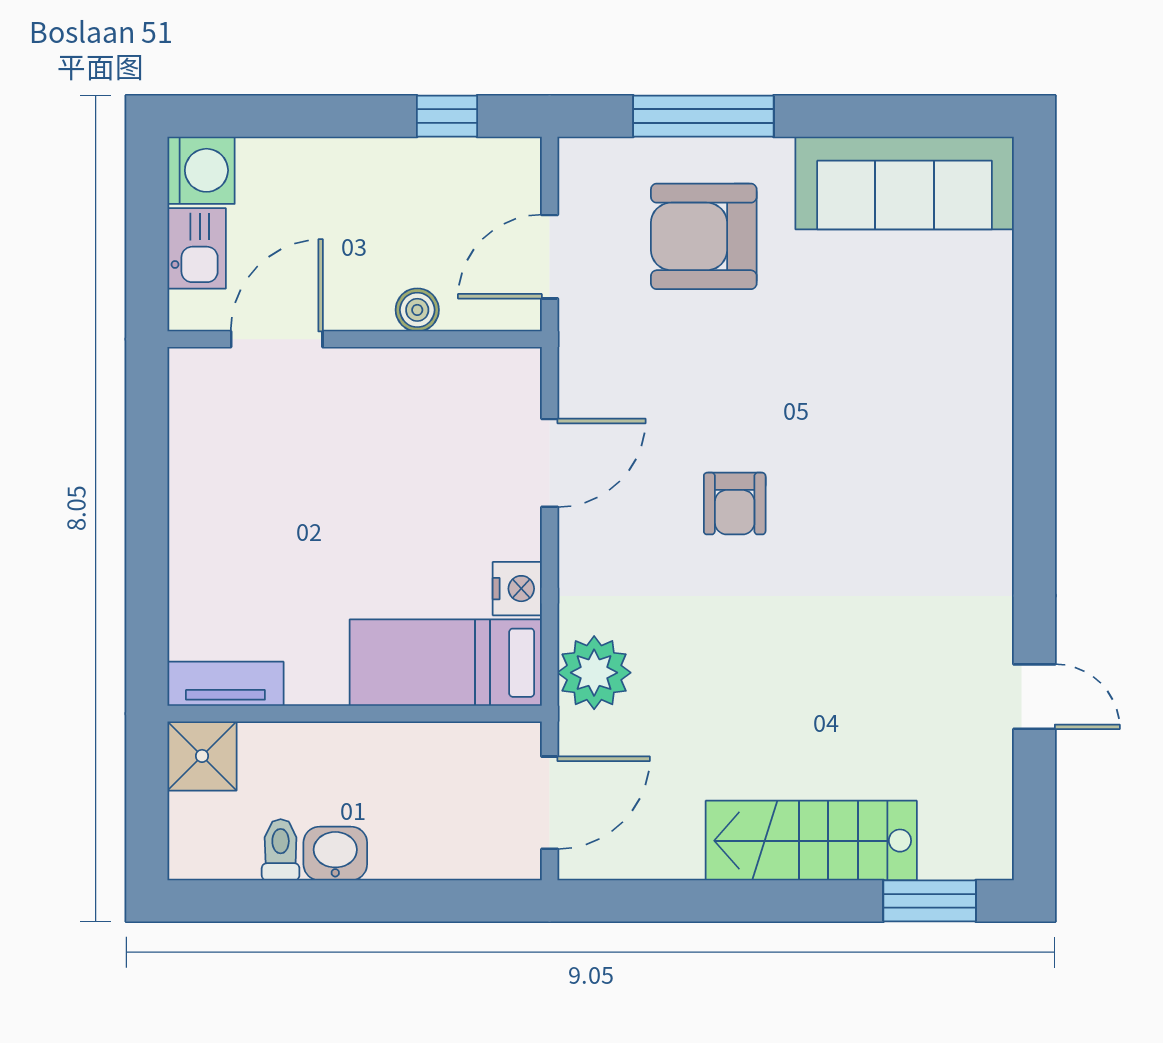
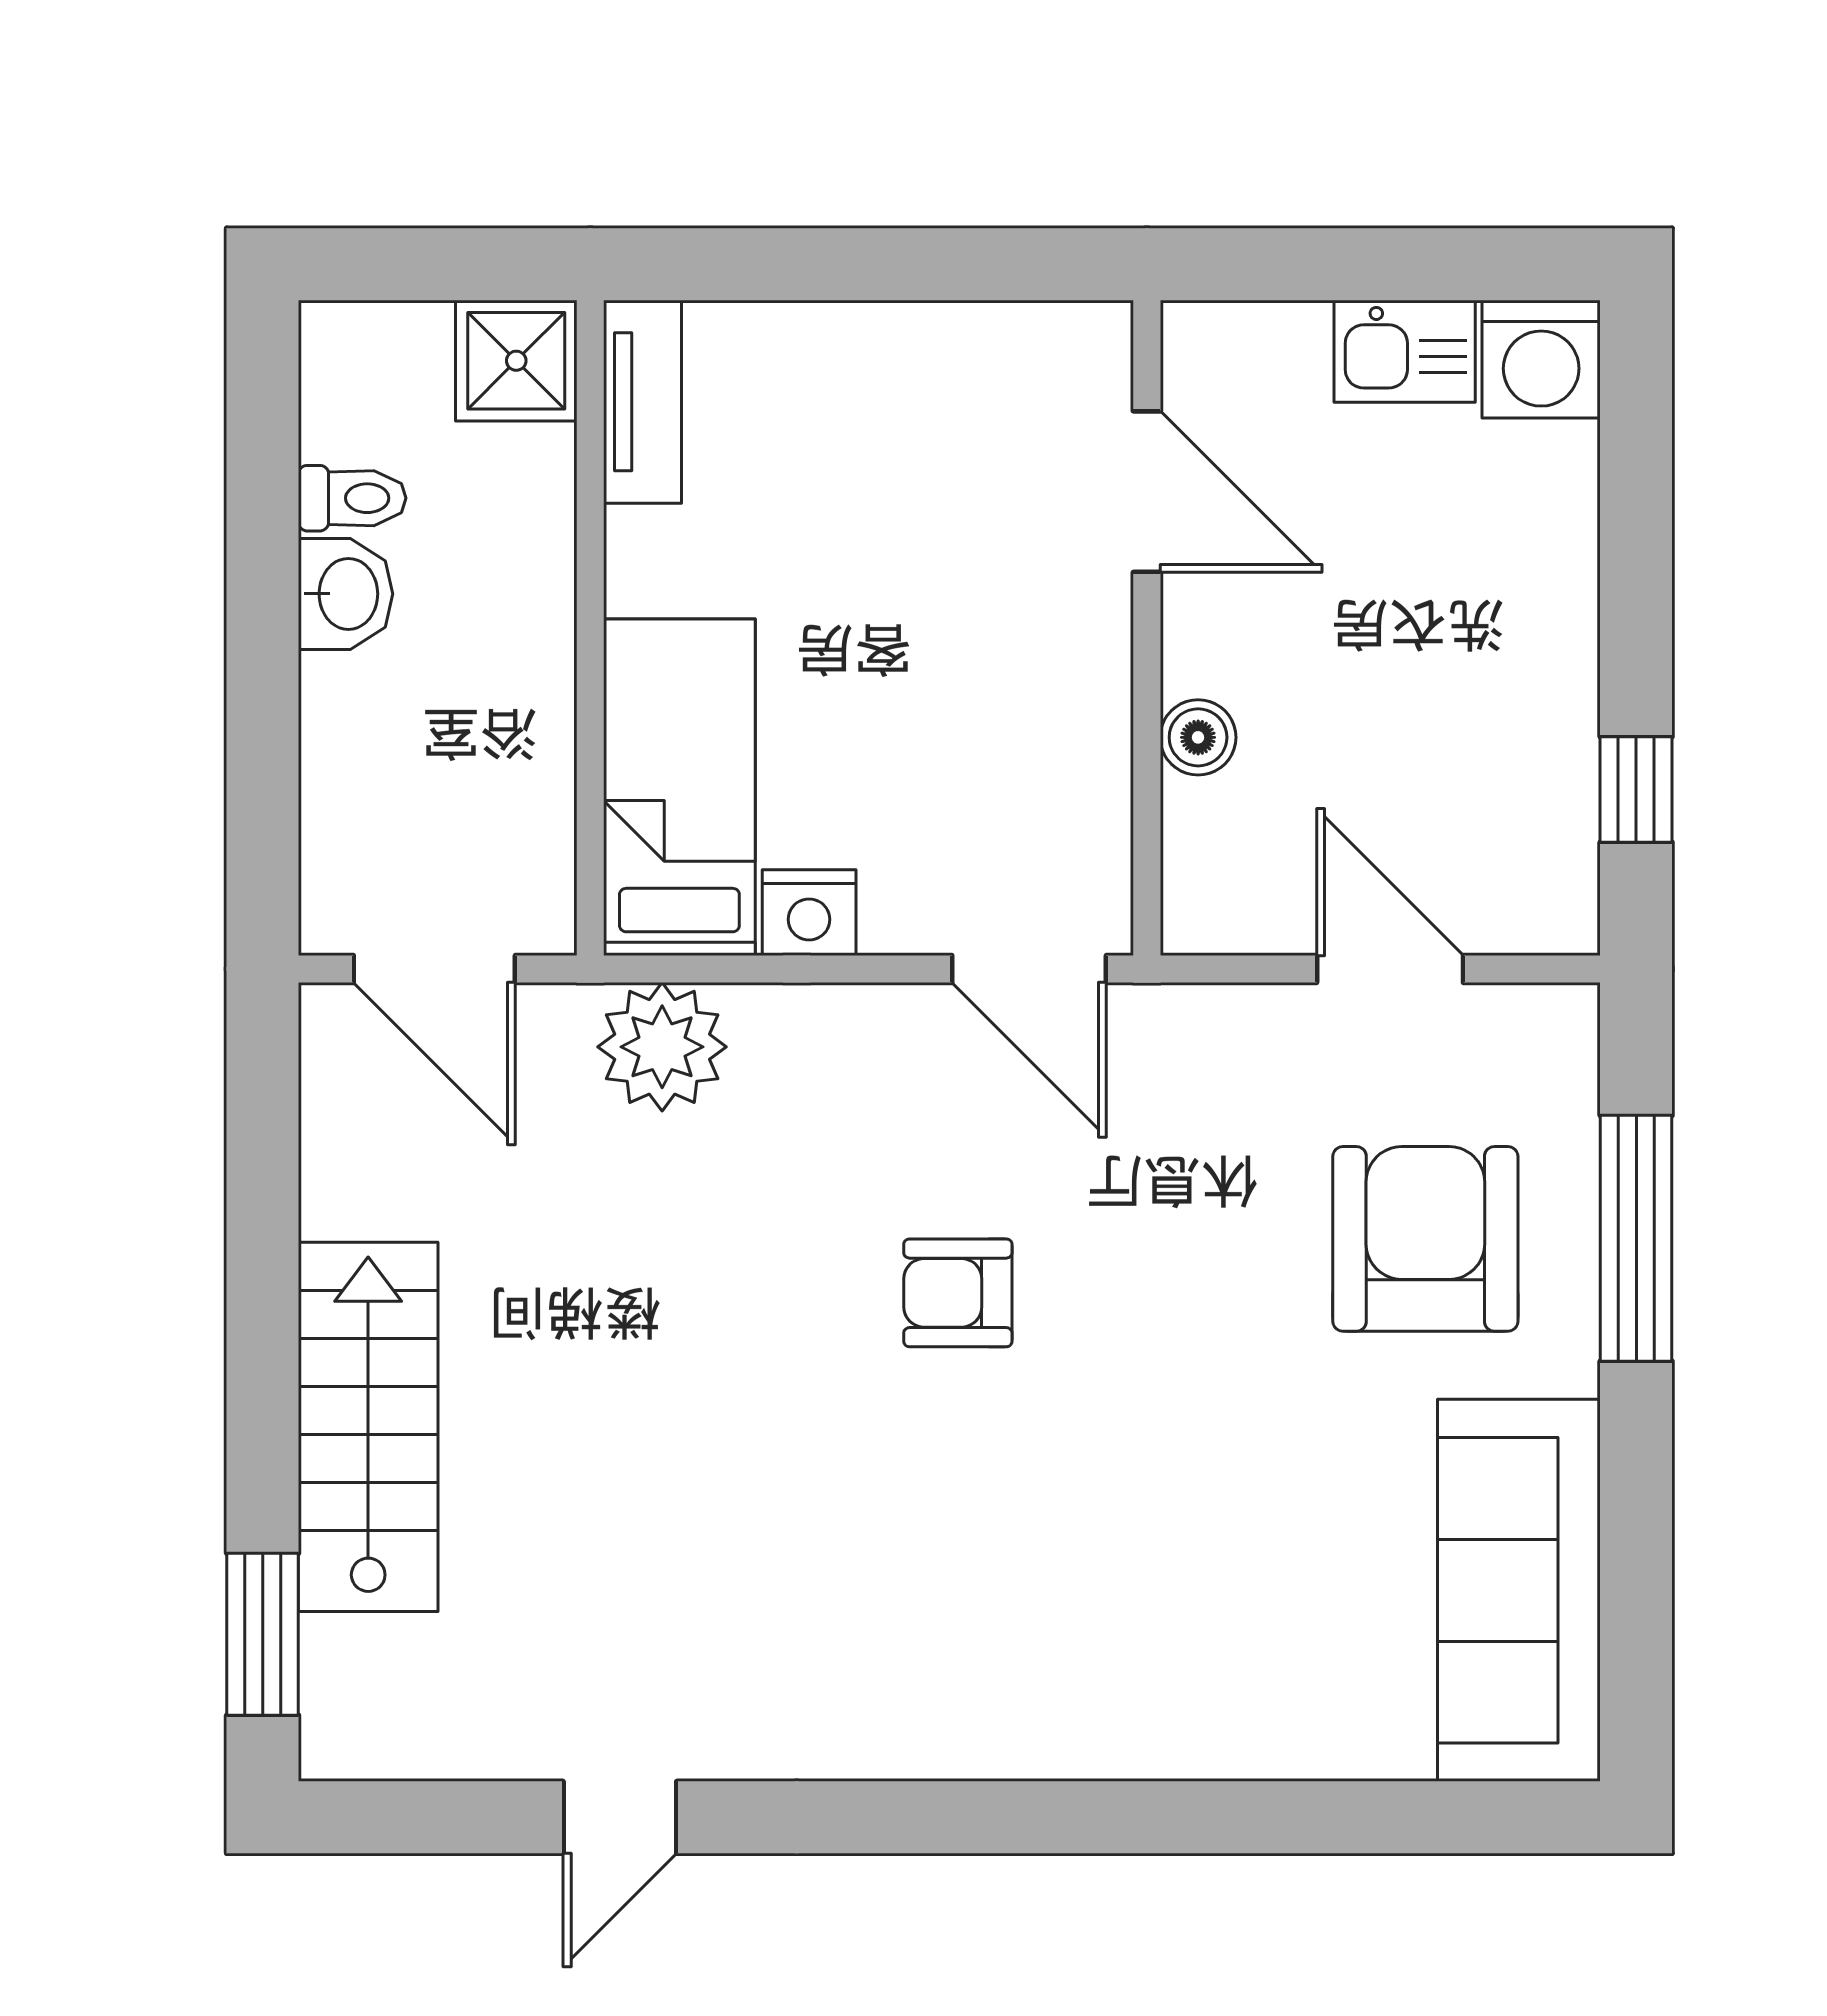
boiler: (417, 310) -> (1198, 737), moved
door: (277, 339) -> (1147, 492), moved
wall: (355, 339) -> (1147, 628), moved

